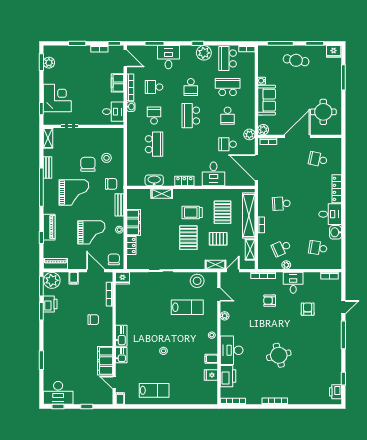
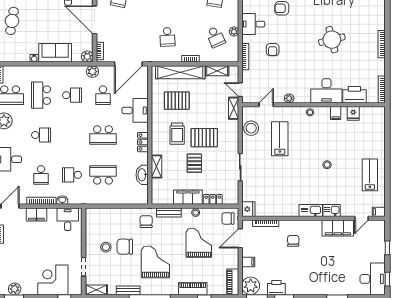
school desk: (191, 116) -> (103, 135), moved
stool: (107, 158) -> (106, 247), moved
pallet: (218, 239) -> (194, 163), moved

